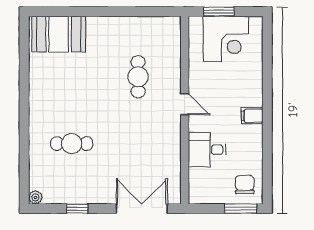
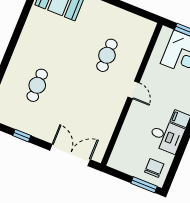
cafe table: (72, 144) -> (37, 85), turned 90
desk: (207, 150) -> (166, 136), moved, turned 180

